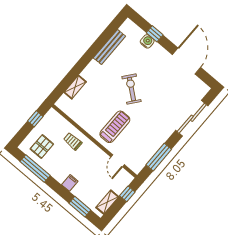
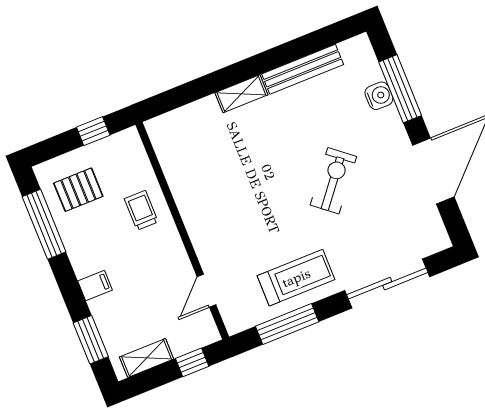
window: (155, 34) -> (400, 89), width x2.17
shelving: (75, 87) -> (241, 94), moved
exercise bike: (131, 89) -> (333, 181), moved
treadmill: (115, 127) -> (296, 278), moved

